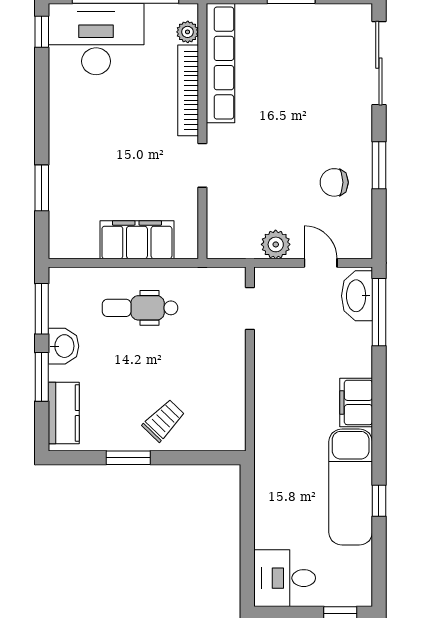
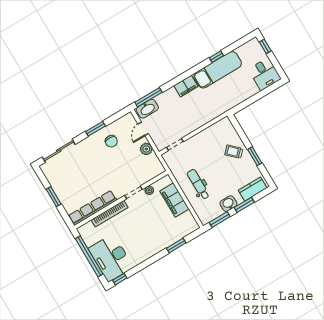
plant: (188, 32) -> (149, 190), moved
dental chair: (140, 308) -> (198, 184), turned 180

